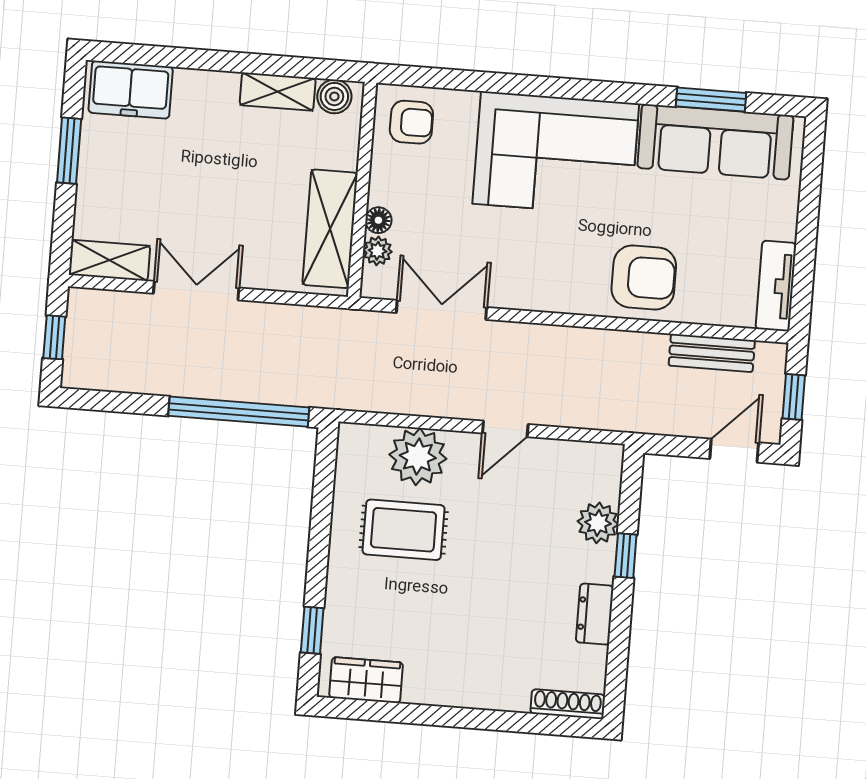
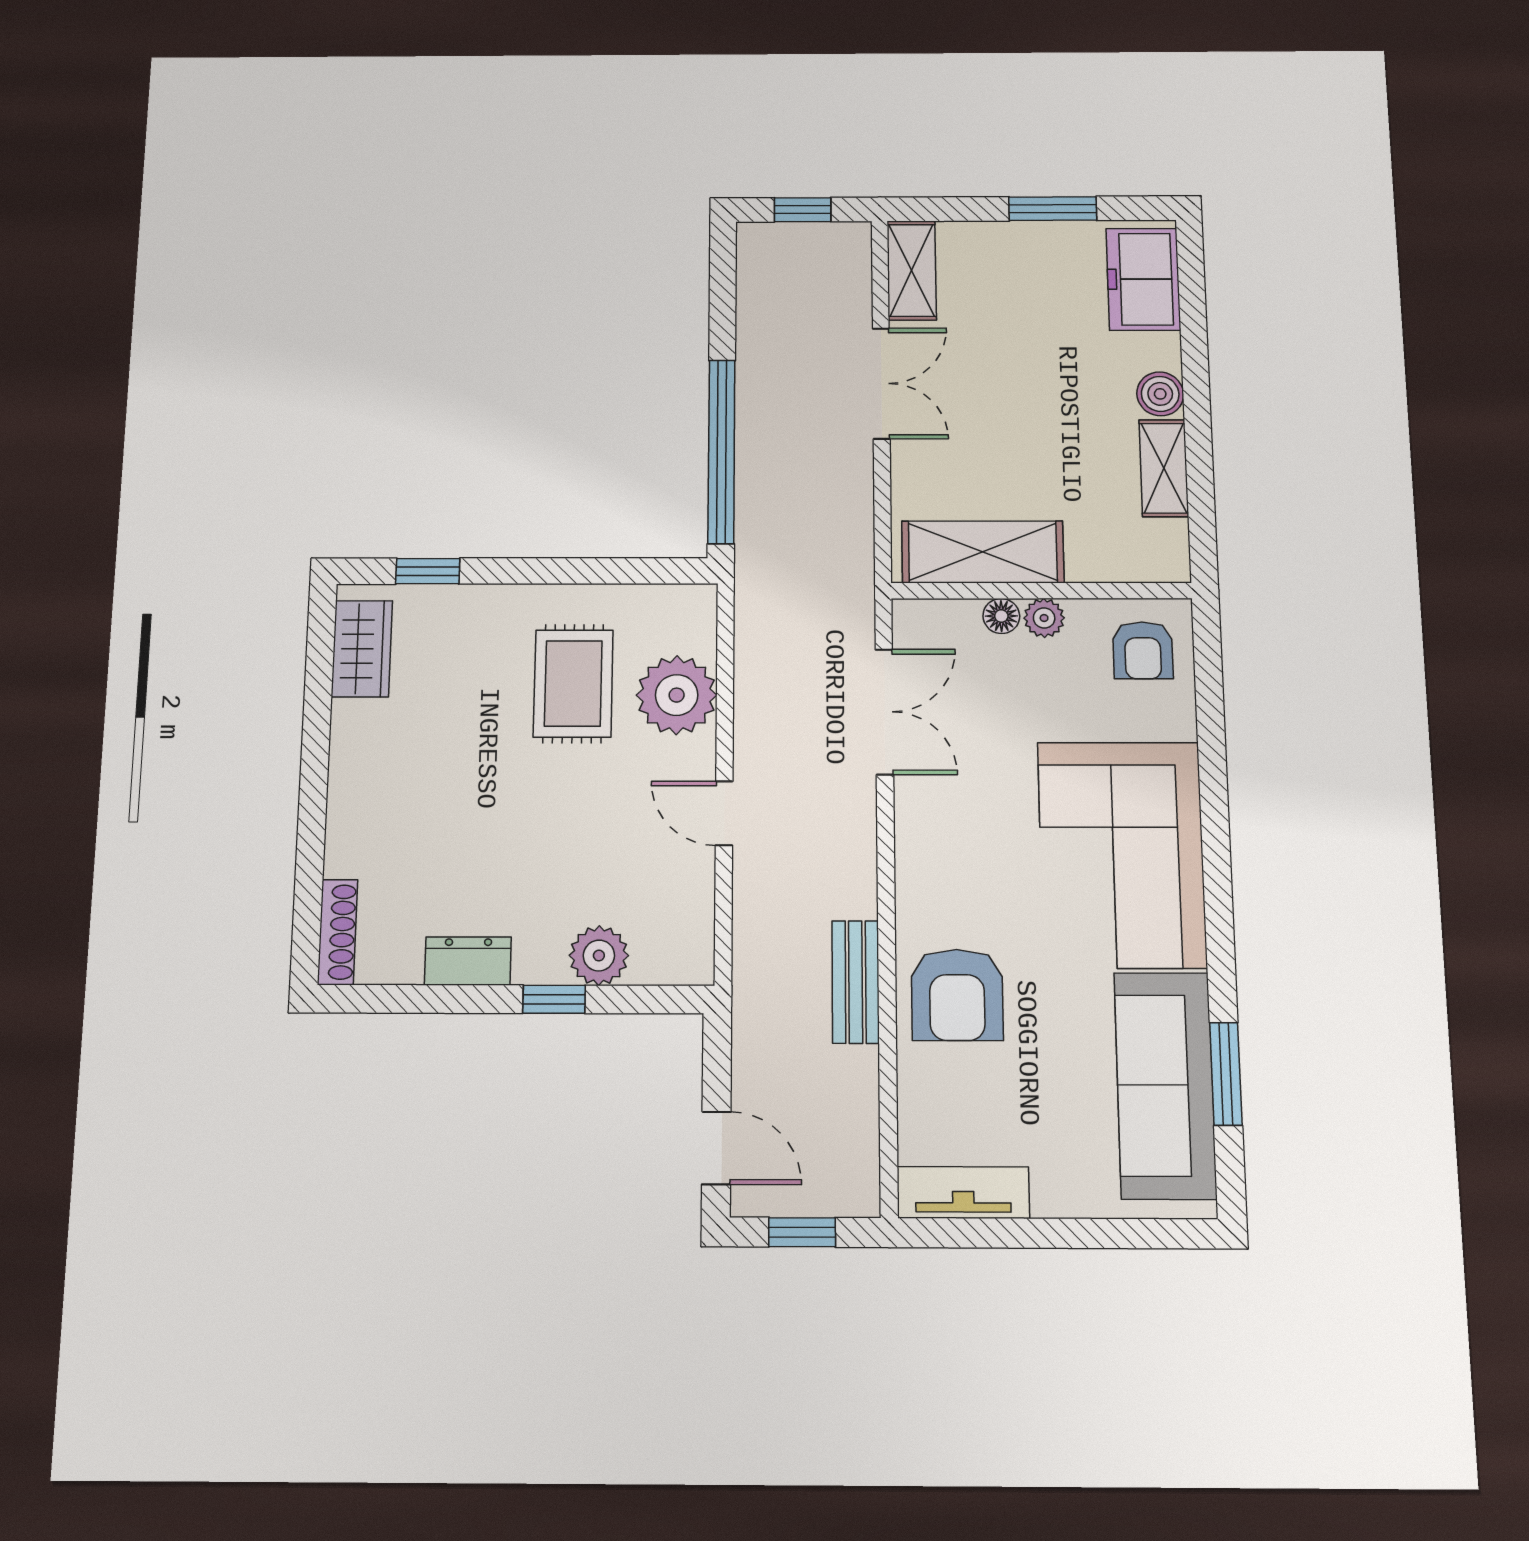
boiler: (334, 96) -> (1160, 394), moved
plant: (378, 251) -> (1044, 618), moved
bench: (712, 353) -> (856, 982), moved

